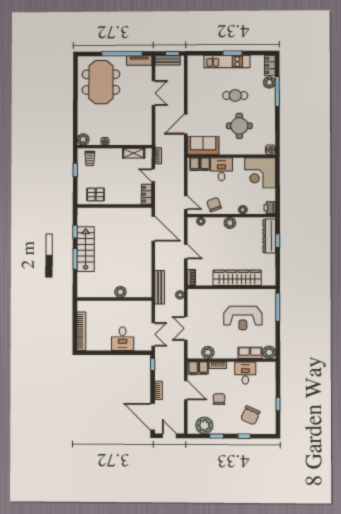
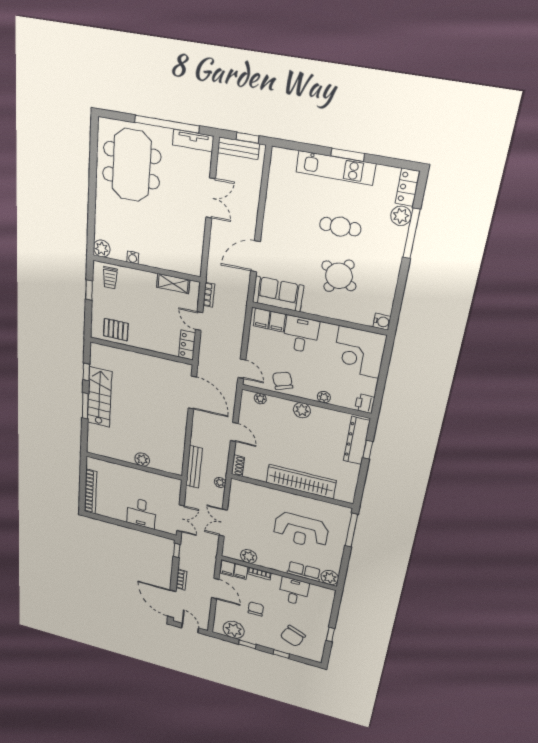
round table: (239, 126) -> (339, 276), turned 31

